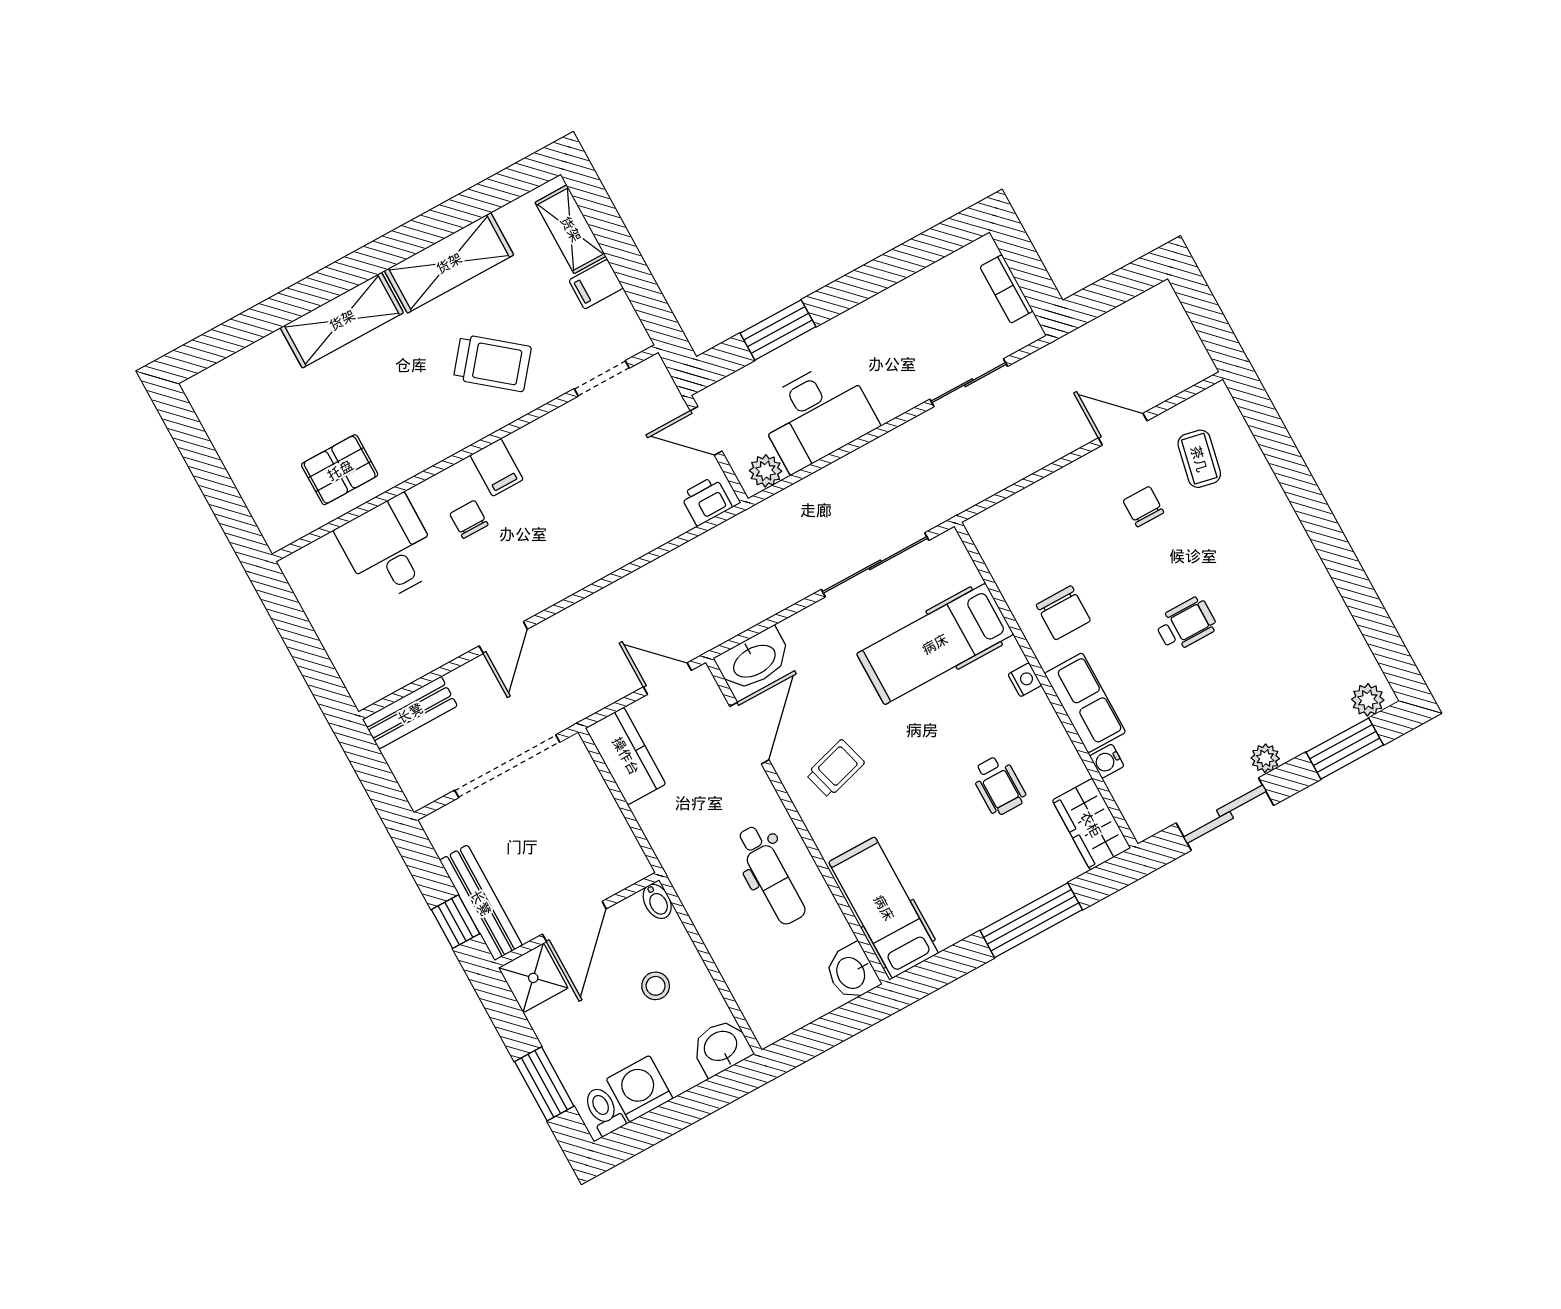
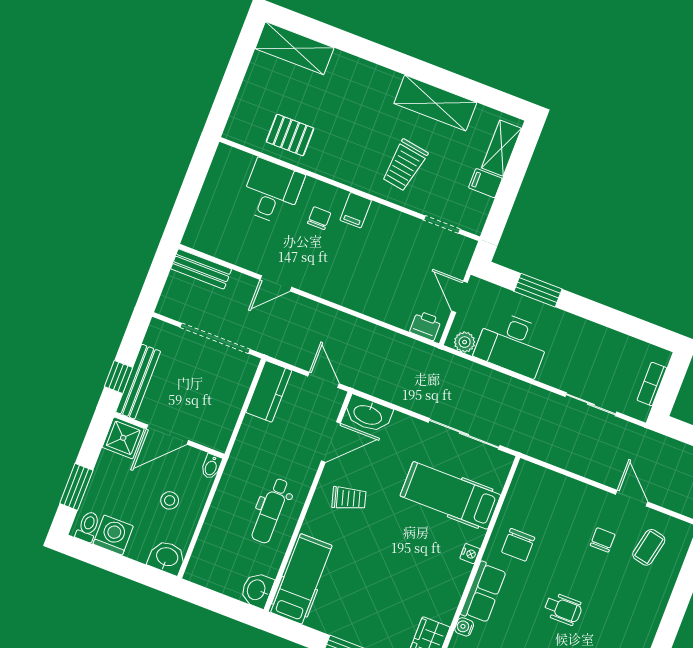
shelving: (342, 320) -> (295, 48), moved
trolley: (492, 363) -> (405, 165), turned 60
wheelchair: (999, 785) -> (408, 584), removed

